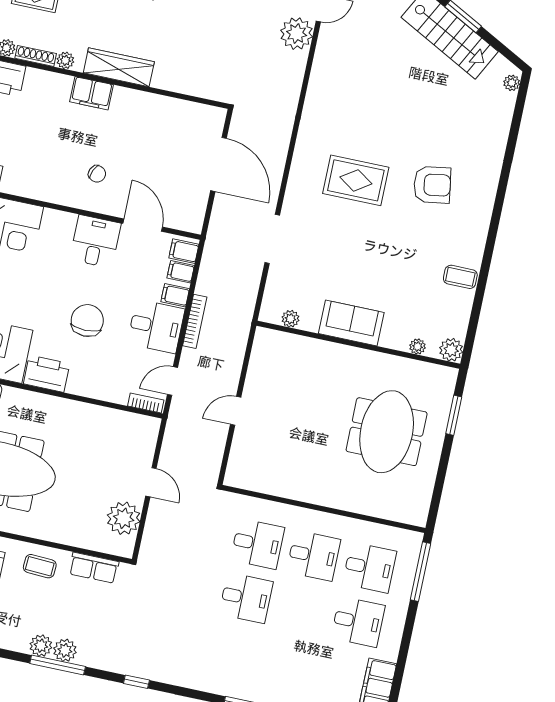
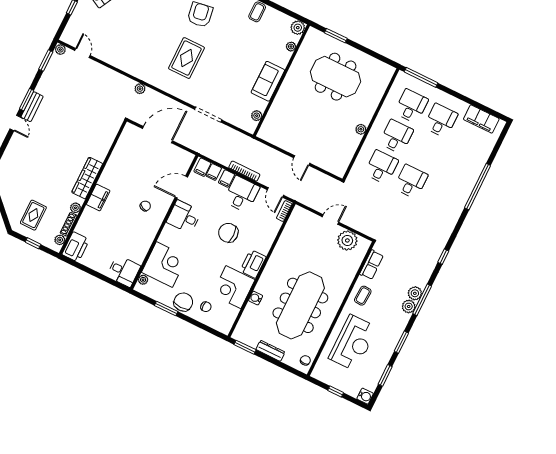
plant: (297, 34) -> (140, 89), moved, width x0.53, depth x0.53
plant: (311, 495) -> (361, 129), added

